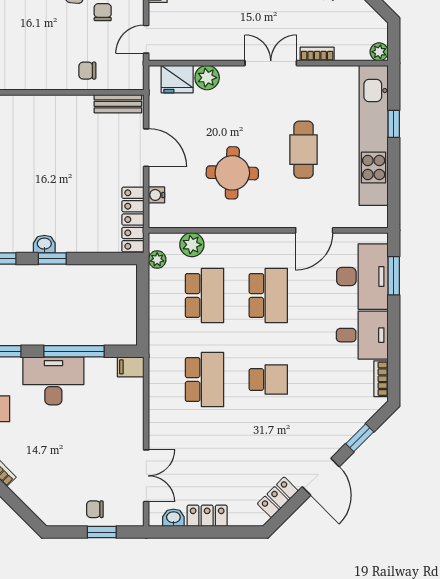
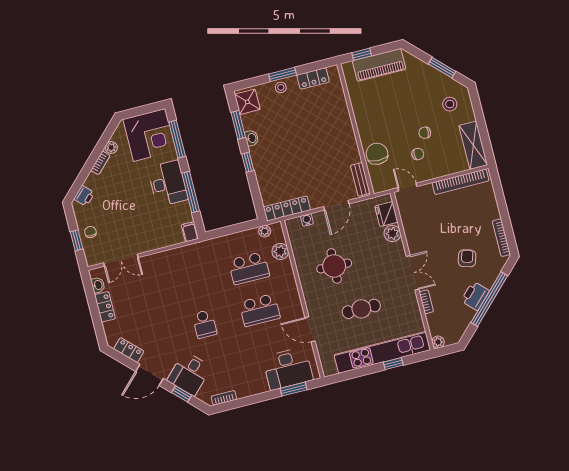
chair: (87, 71) -> (377, 154), width x1.87, depth x1.87
washbasin: (44, 244) -> (252, 138), moved
desk: (362, 335) -> (189, 374), moved, turned 45
school desk: (204, 380) -> (194, 282), removed
printer: (41, 505) -> (84, 196), added

